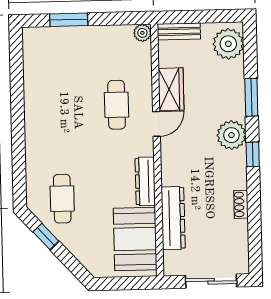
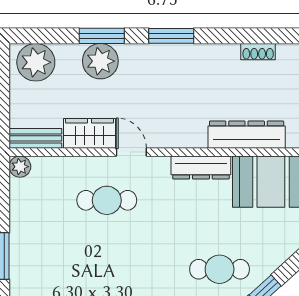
bench: (179, 31) -> (35, 138), moved, turned 90
plant: (231, 135) -> (100, 61), moved
window: (253, 154) -> (171, 36), width x1.50
shoe rack: (241, 204) -> (258, 52), moved

